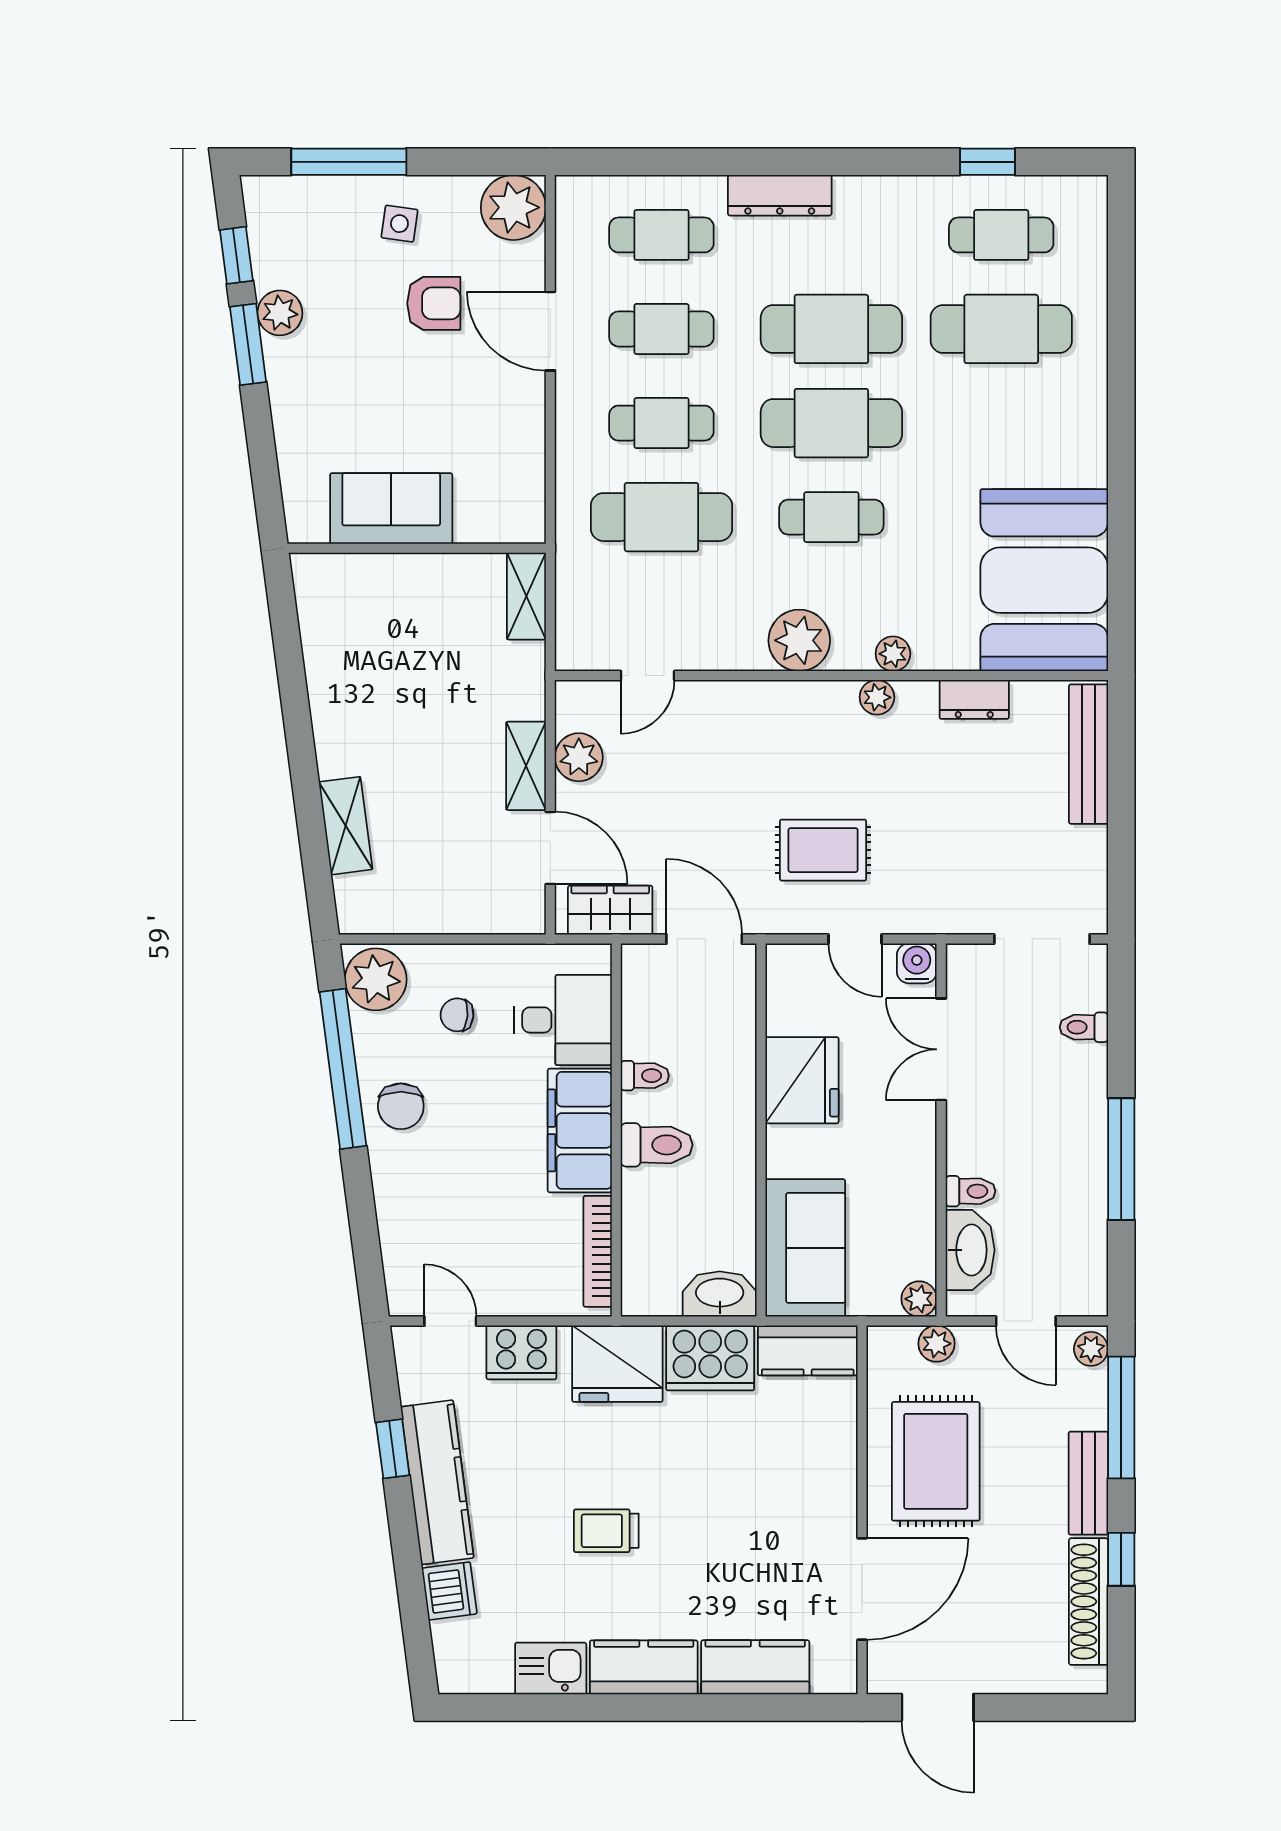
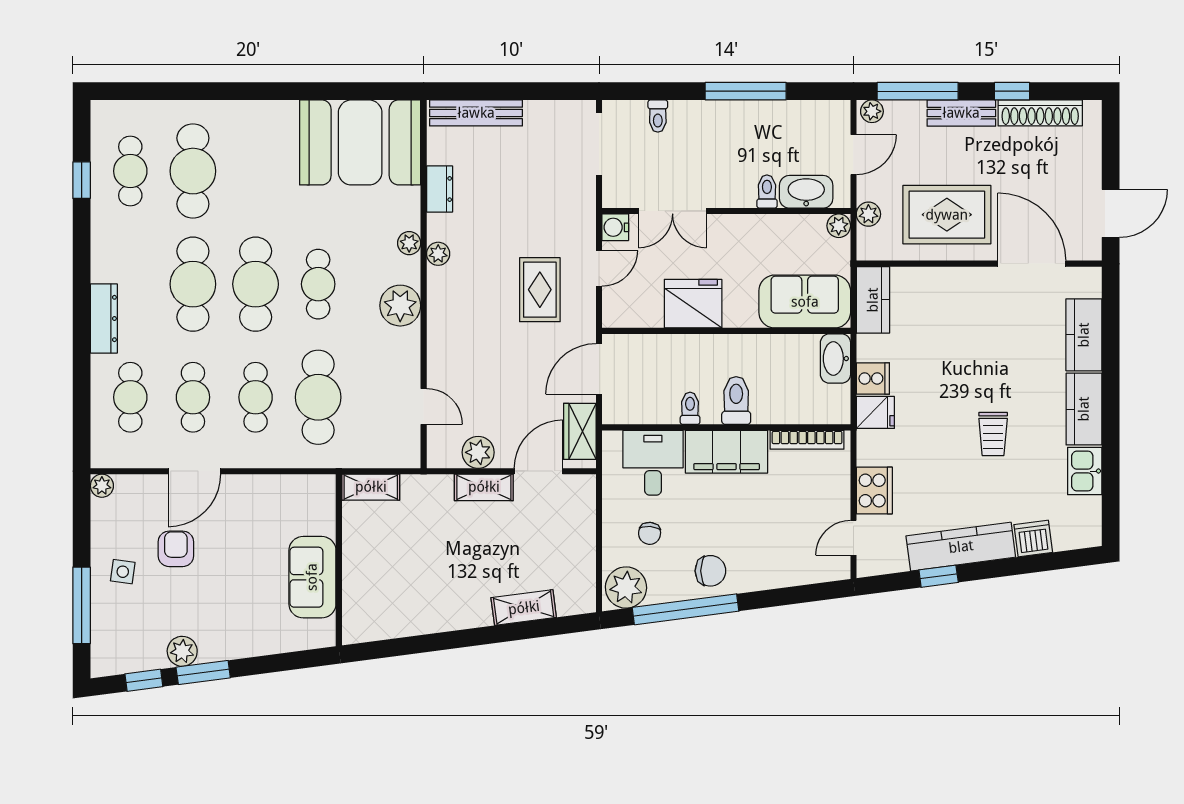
plant: (513, 207) -> (102, 486), width x0.53, depth x0.53
cooker: (710, 1358) -> (873, 378), width x0.53, depth x0.76
fridge: (617, 1364) -> (875, 412), width x0.53, depth x0.75

